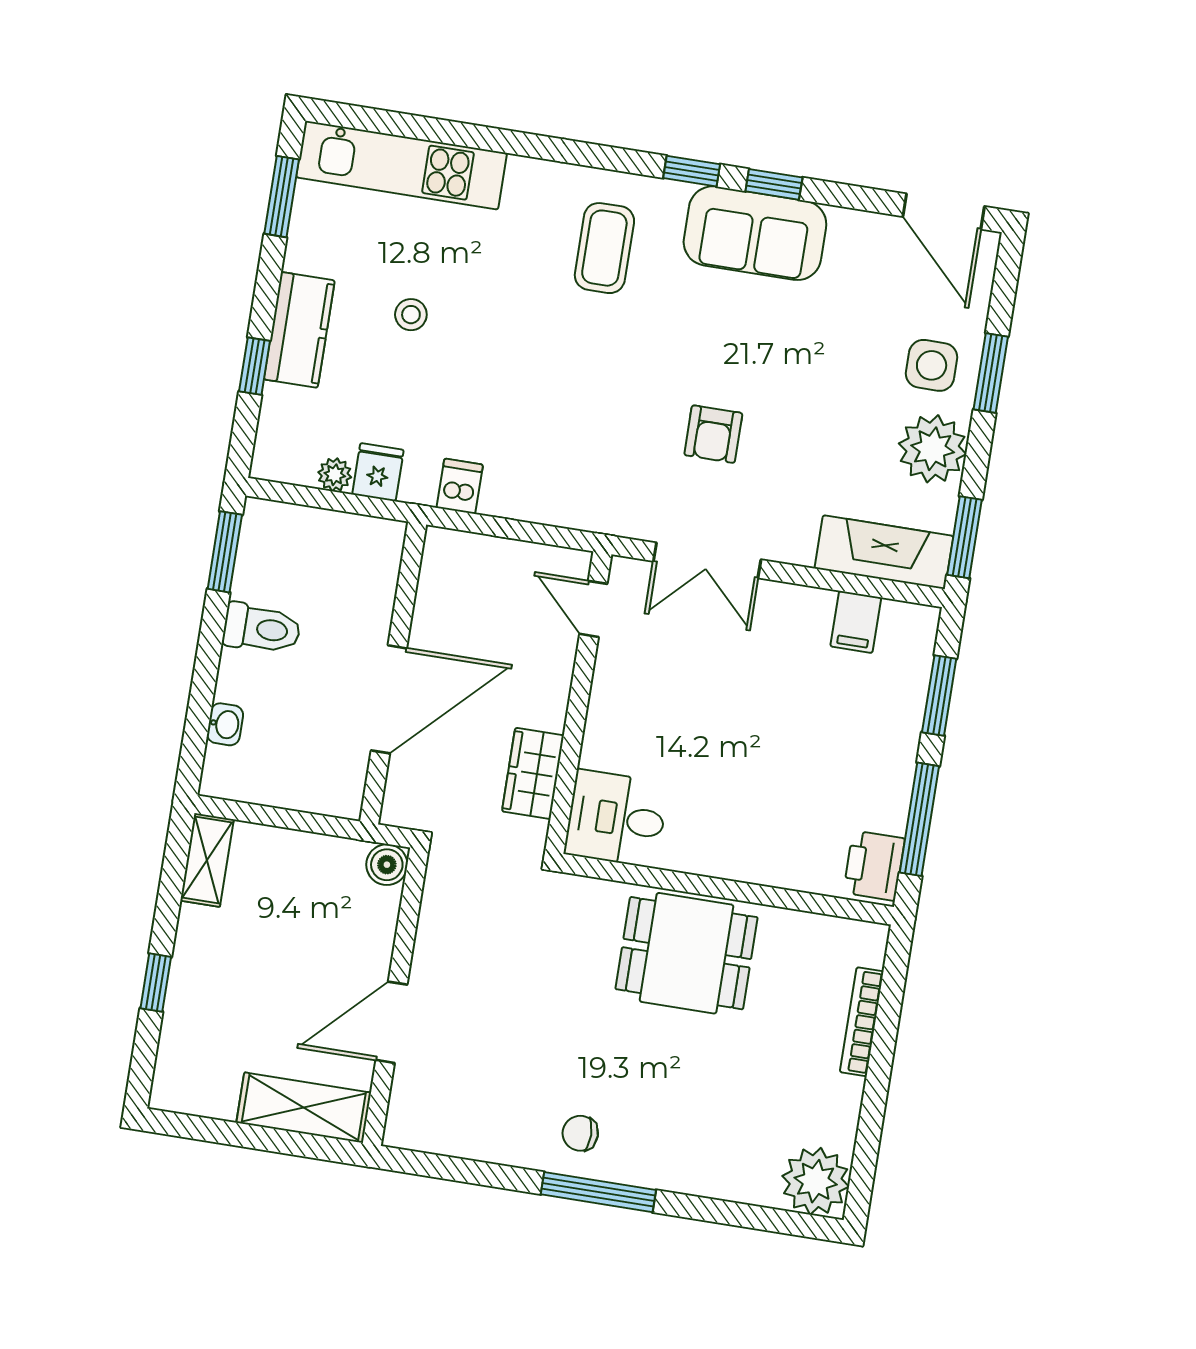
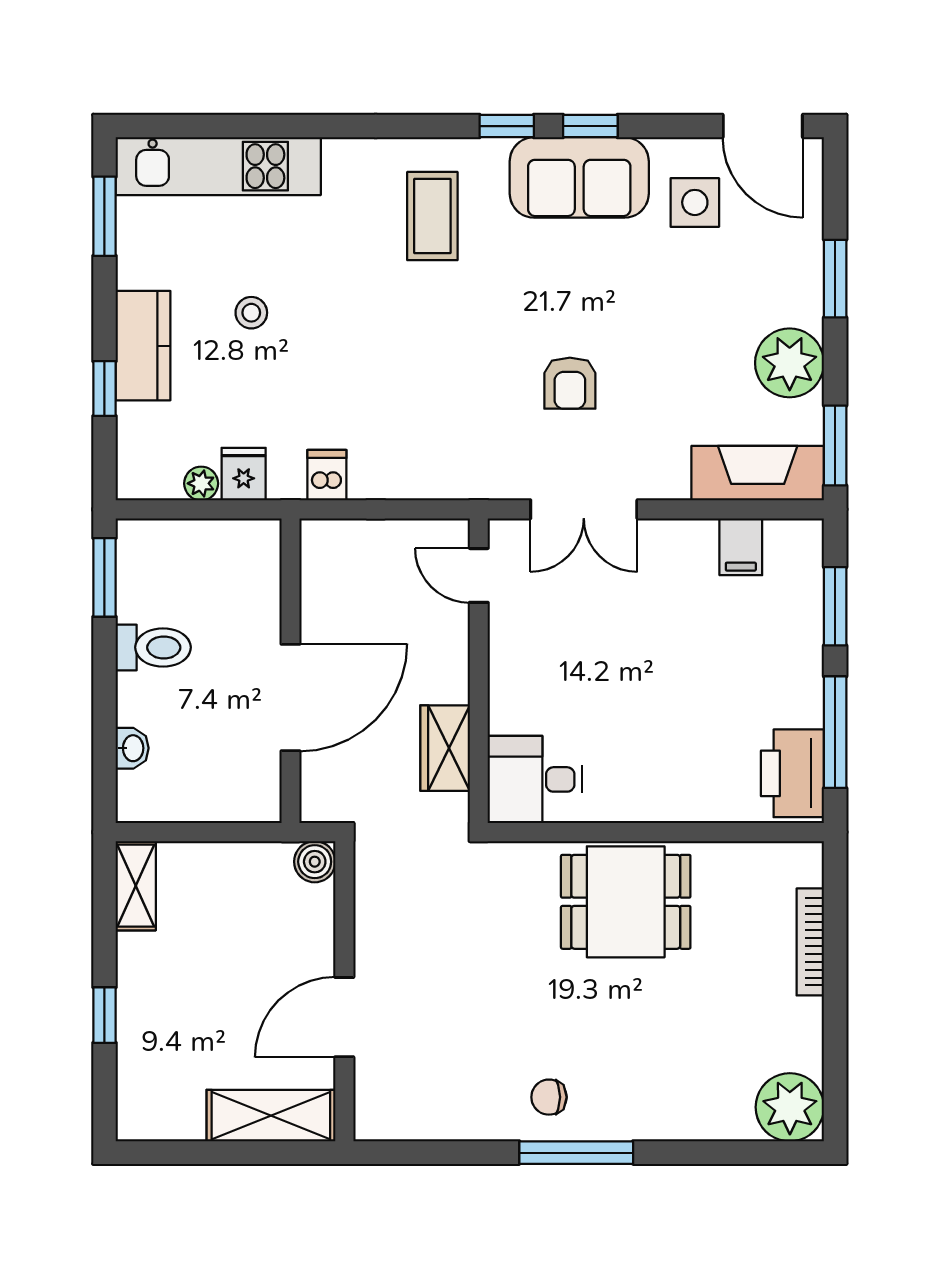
side table: (932, 365) -> (695, 202), moved
printer: (874, 866) -> (792, 773), width x1.37, depth x1.19

